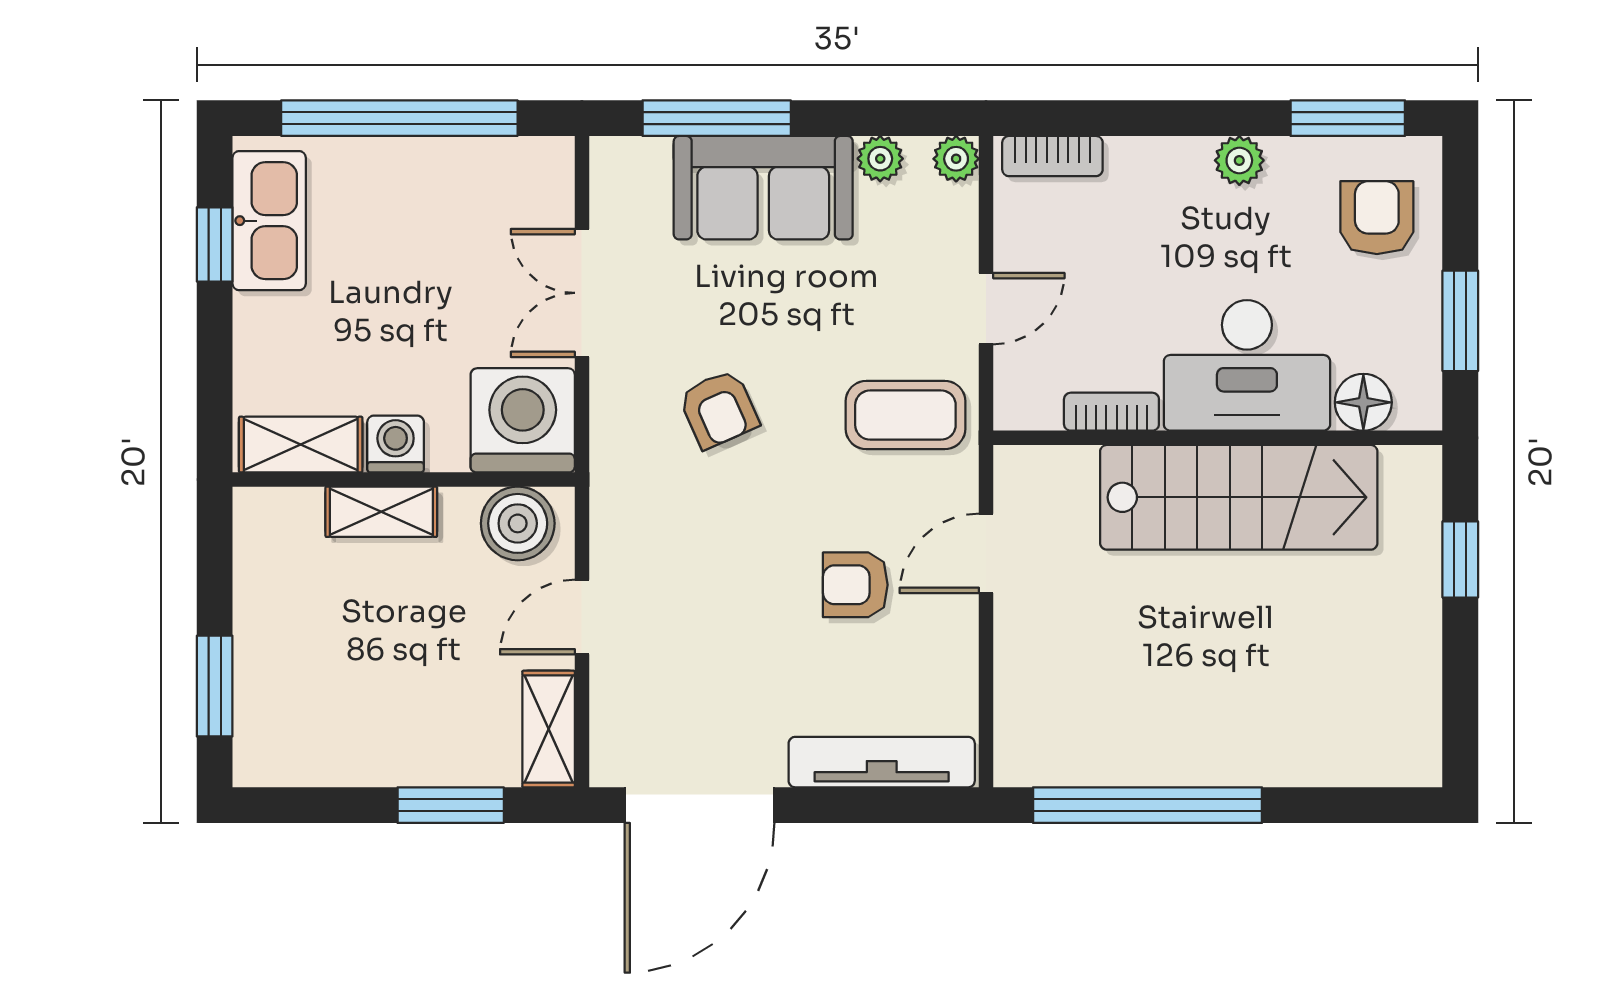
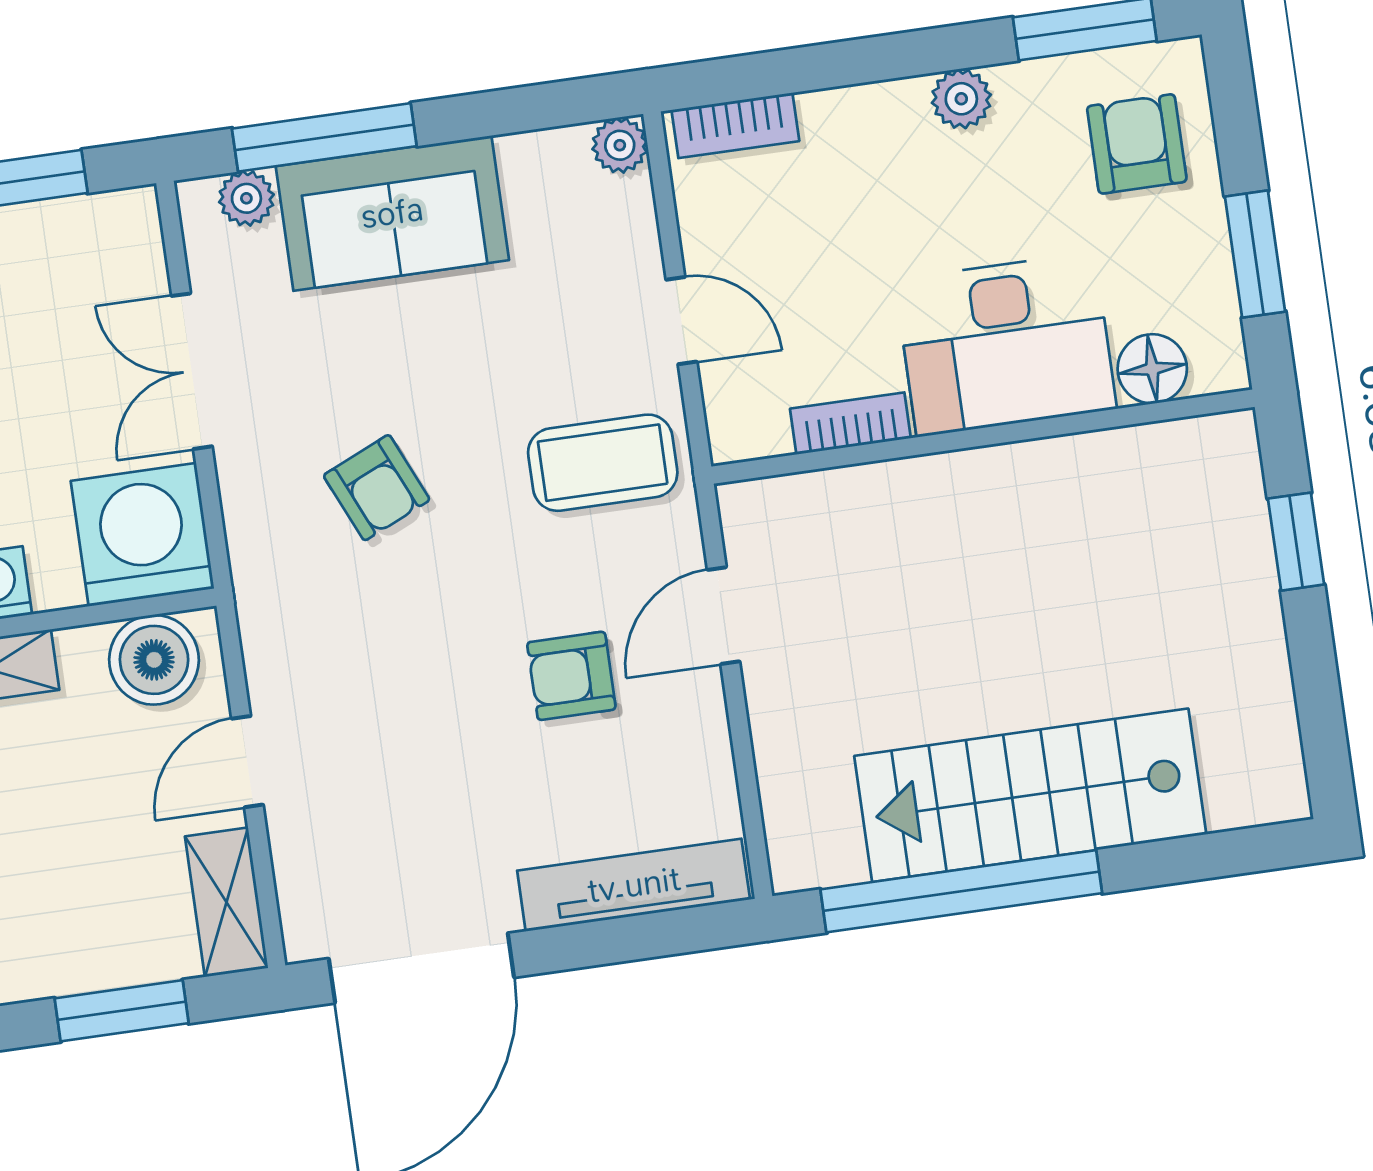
plant: (880, 159) -> (246, 198), moved
door: (986, 309) -> (682, 321), hinge flipped
stairs: (1239, 497) -> (1030, 795), moved, turned 180

